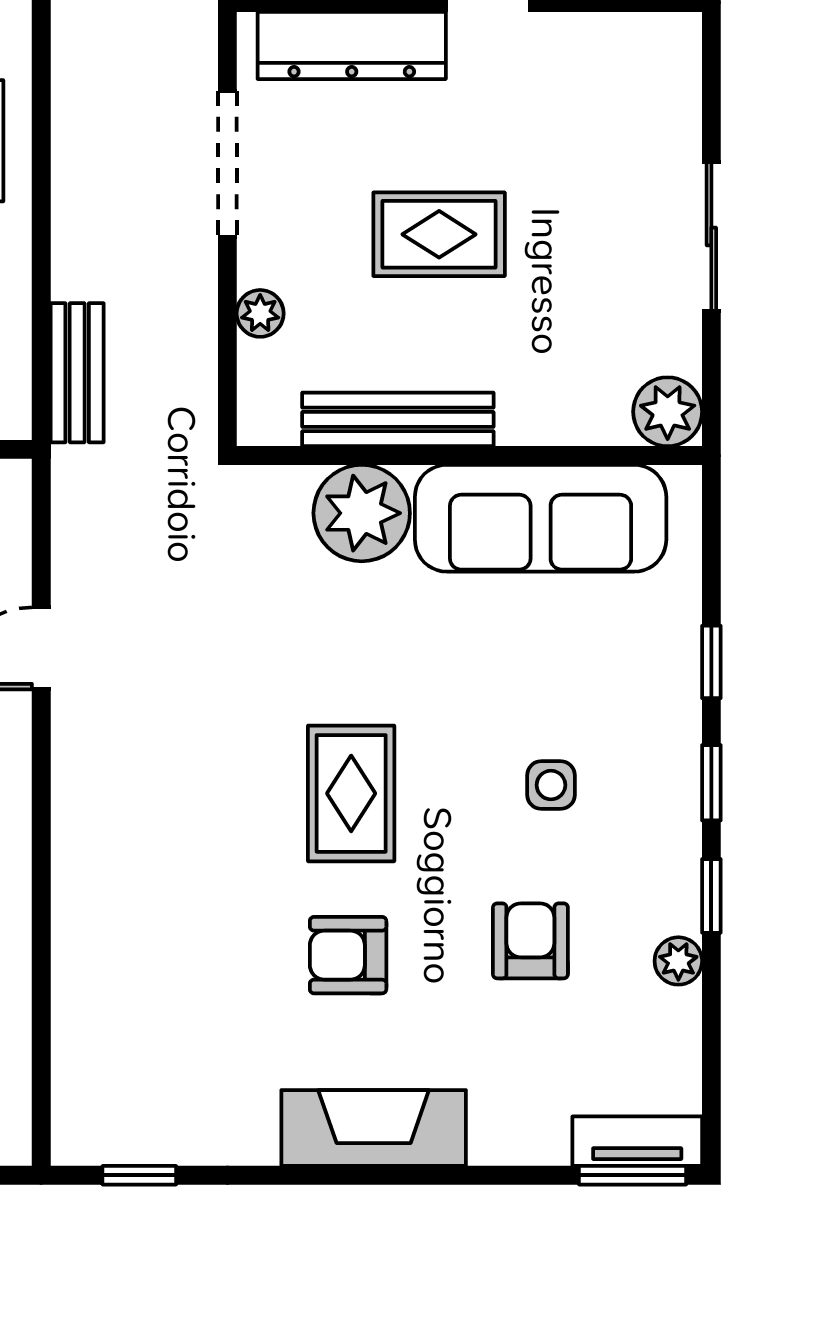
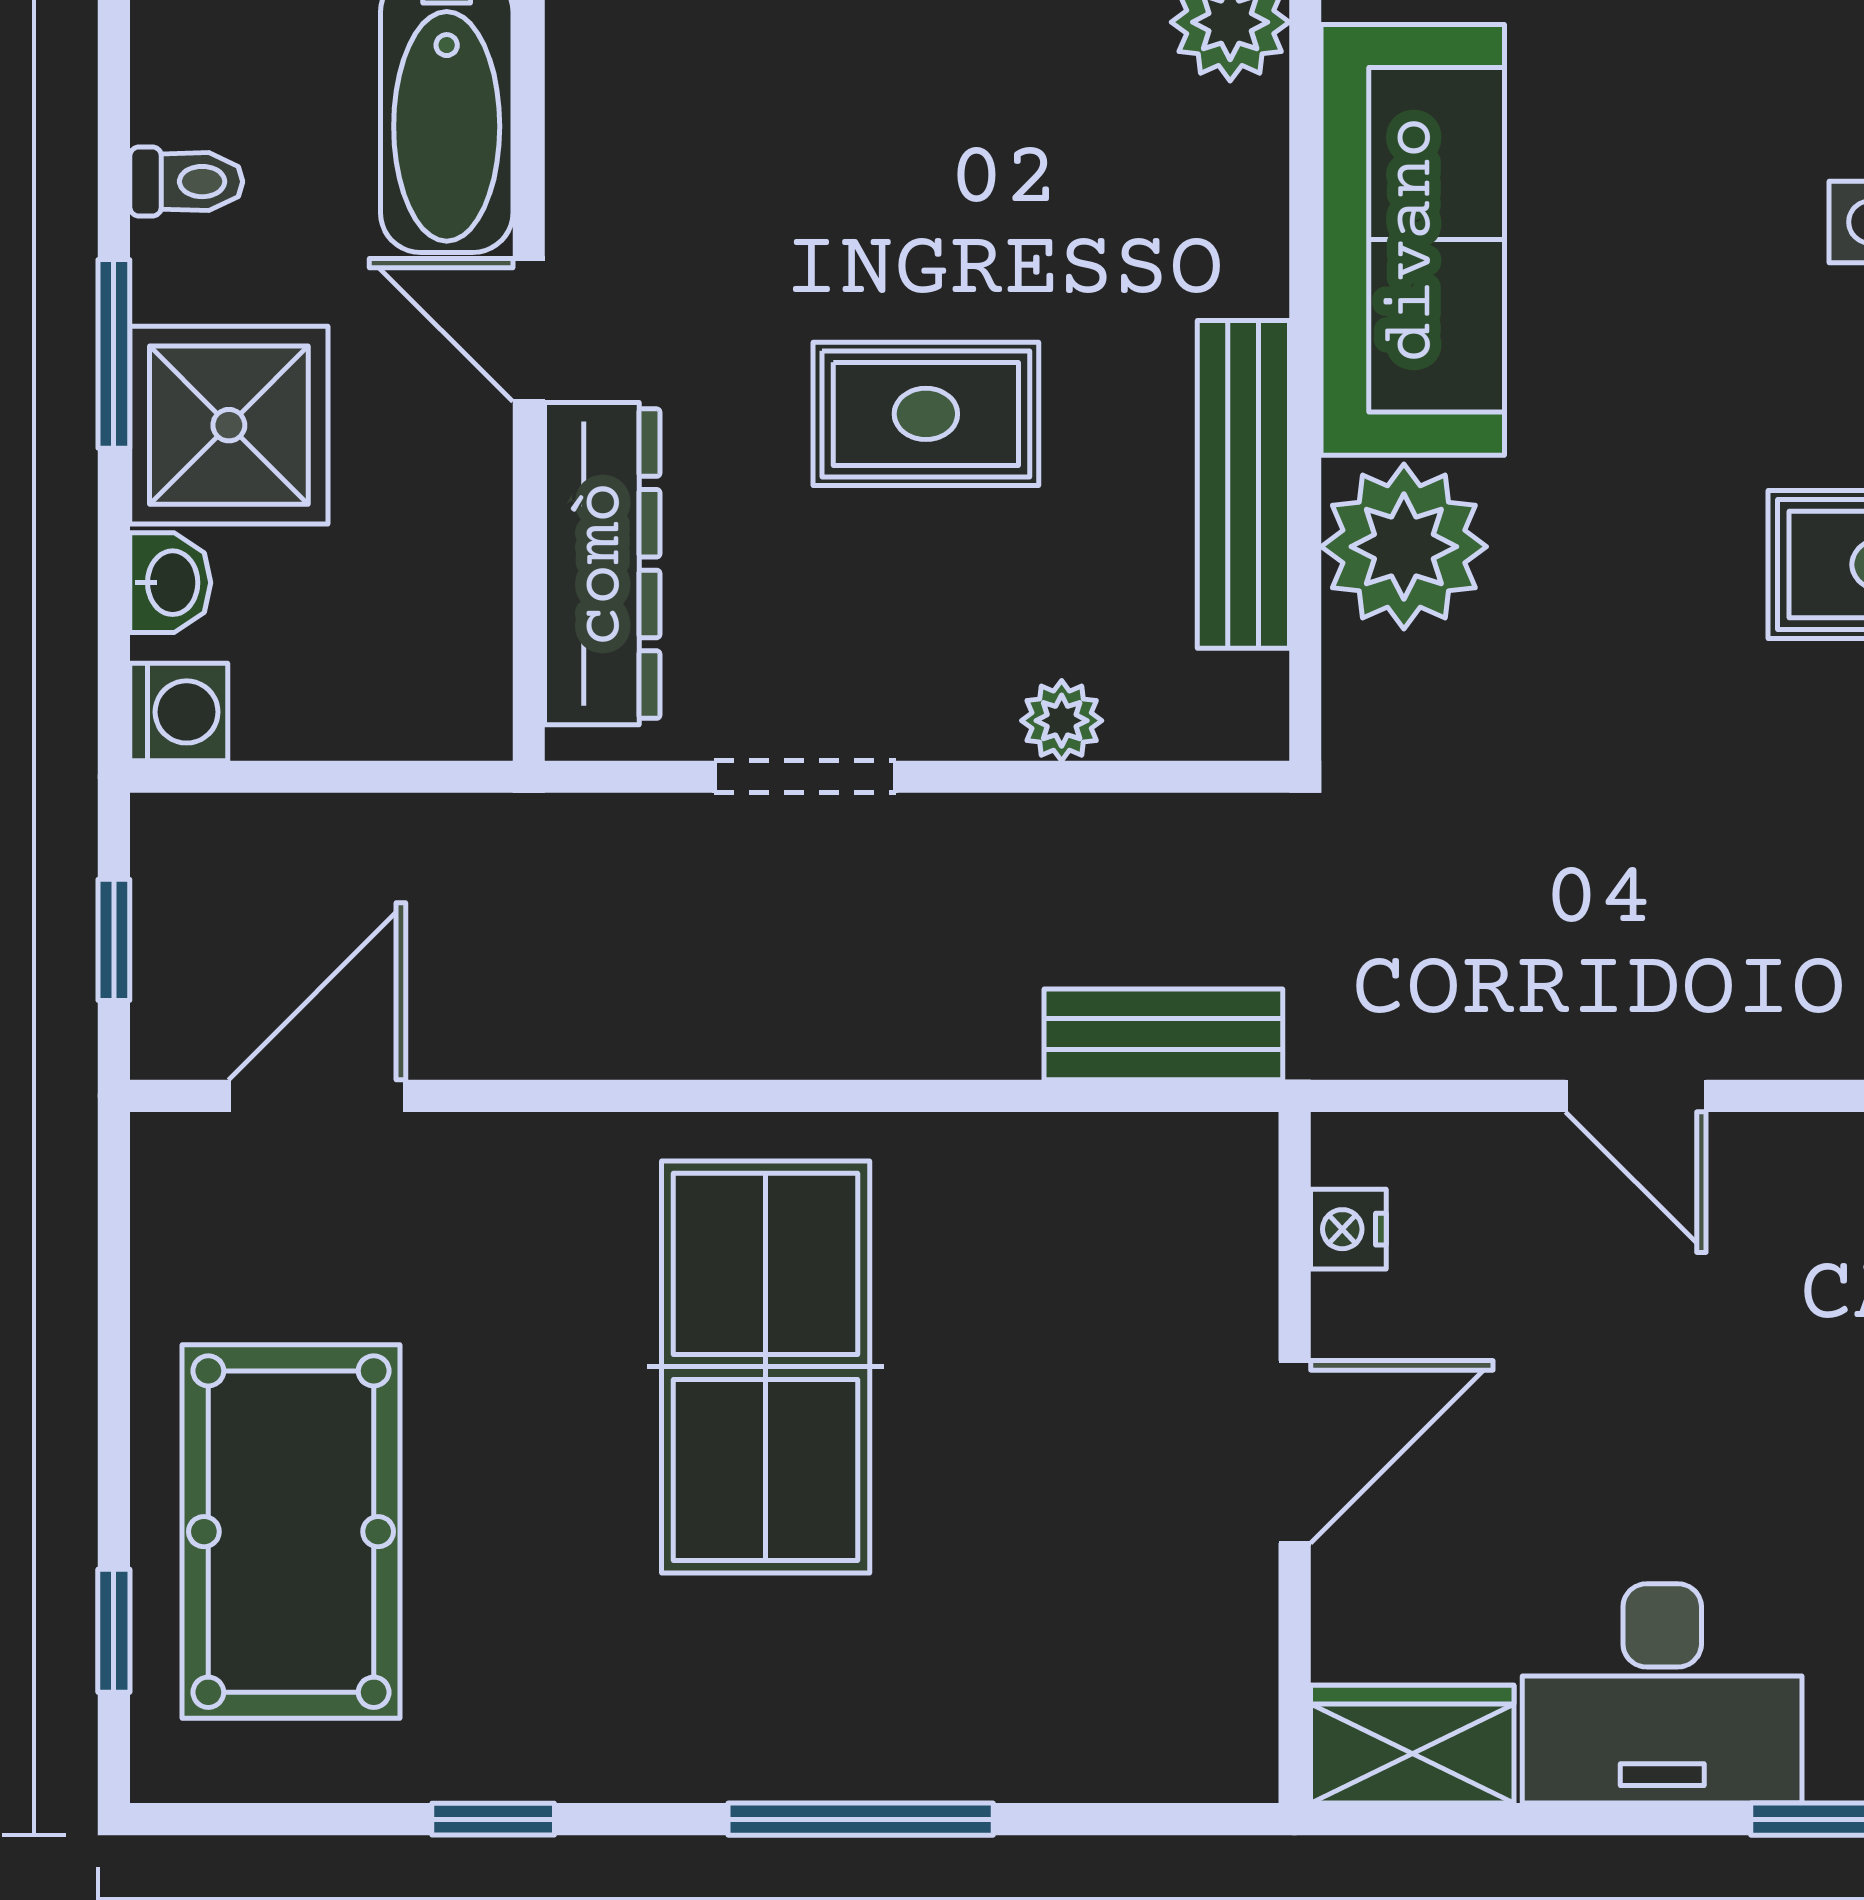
doorway: (227, 164) -> (805, 777), width x0.73
rug: (439, 234) -> (926, 414), turned 90

